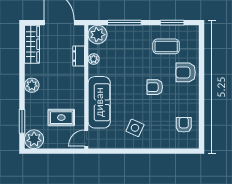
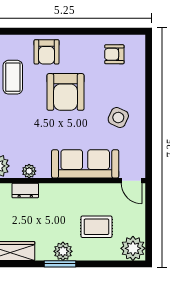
armchair: (155, 87) -> (65, 92), width x1.88, depth x1.88
rug: (61, 118) -> (96, 227), moved, turned 90
window: (22, 121) -> (60, 264), moved

